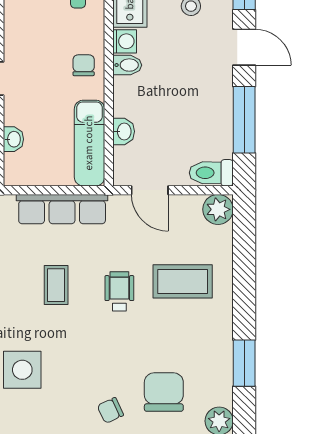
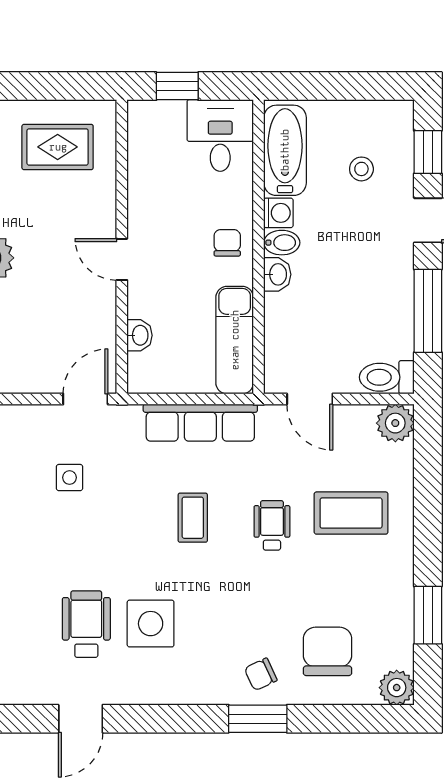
washbasin: (124, 131) -> (277, 274), moved

